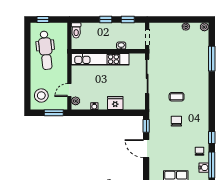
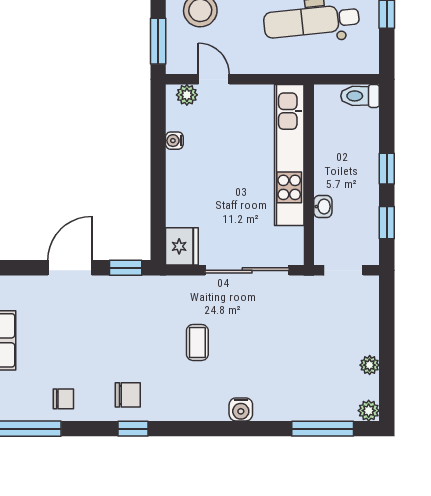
window: (212, 59) -> (323, 429), moved
fridge: (115, 103) -> (182, 246), moved
chair: (176, 121) -> (128, 395), moved
window: (212, 137) -> (133, 429), moved
water cooler: (204, 168) -> (241, 409), moved

